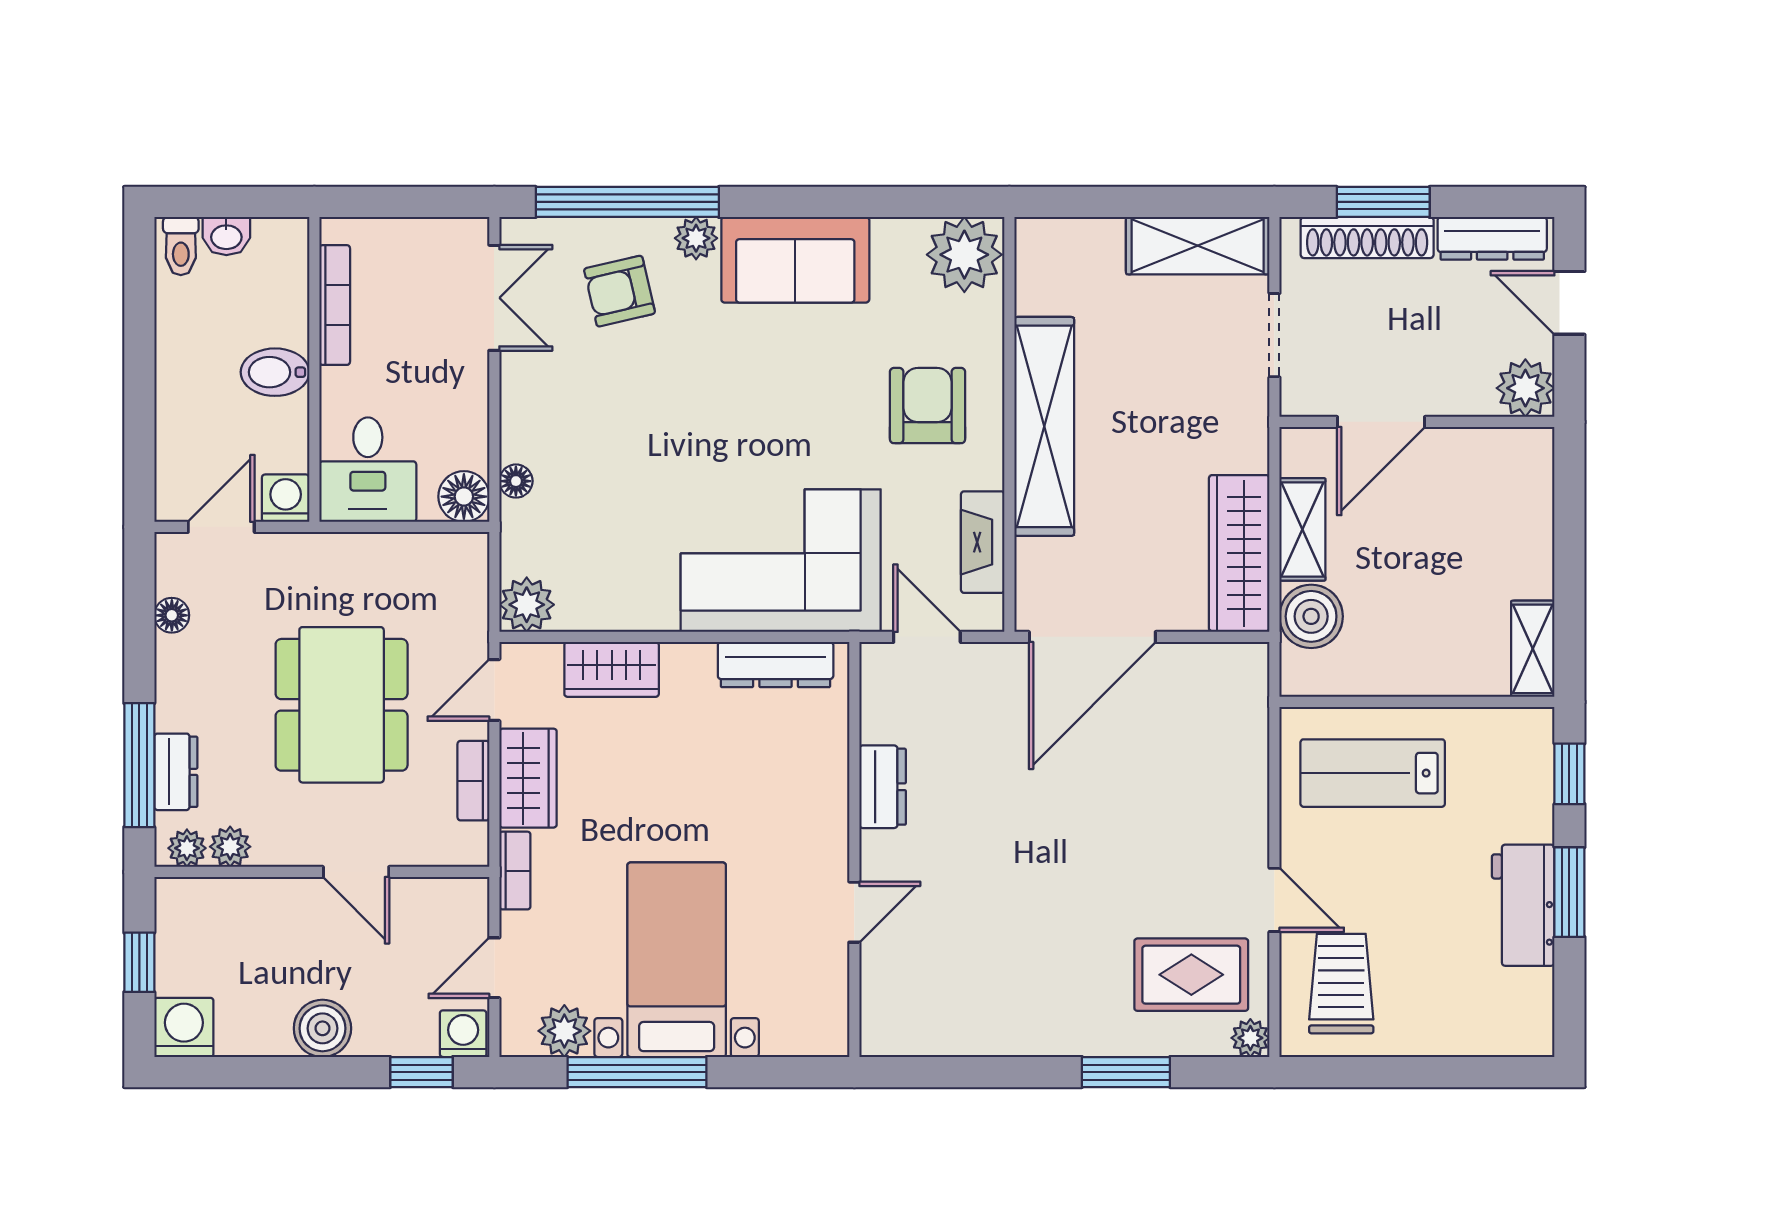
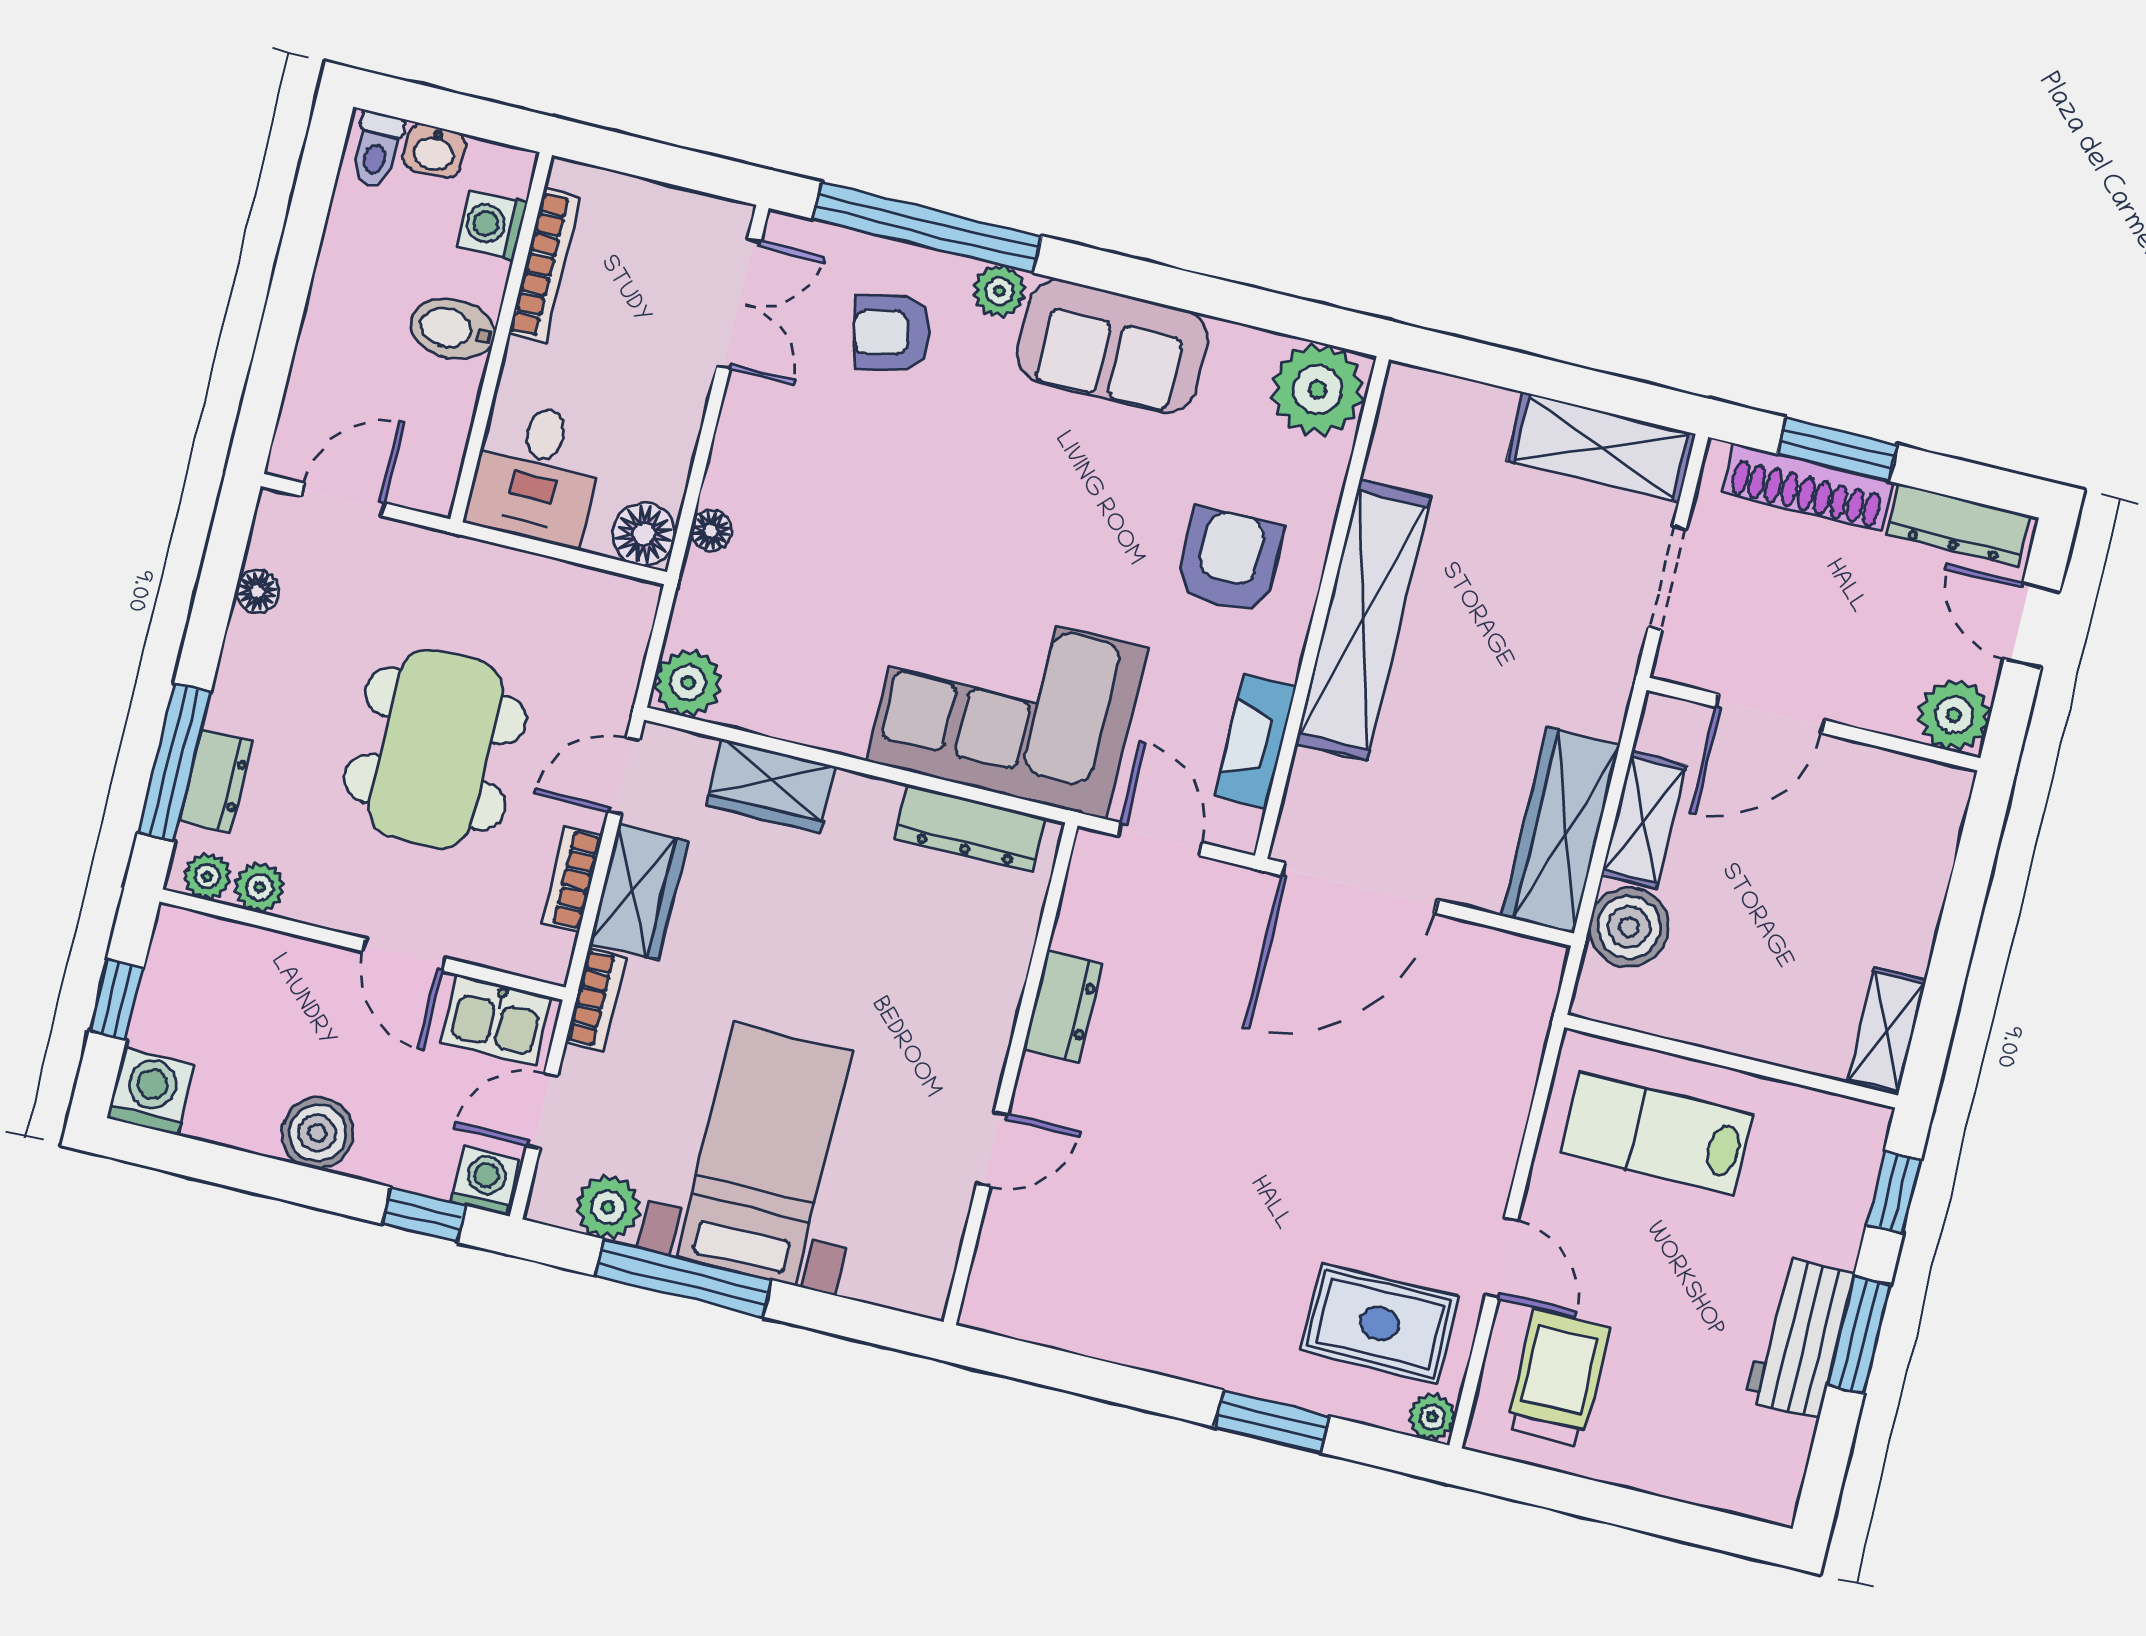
washing machine: (286, 498) -> (492, 225), moved, turned -90
kitchen sink: (441, 905) -> (496, 1020), added

